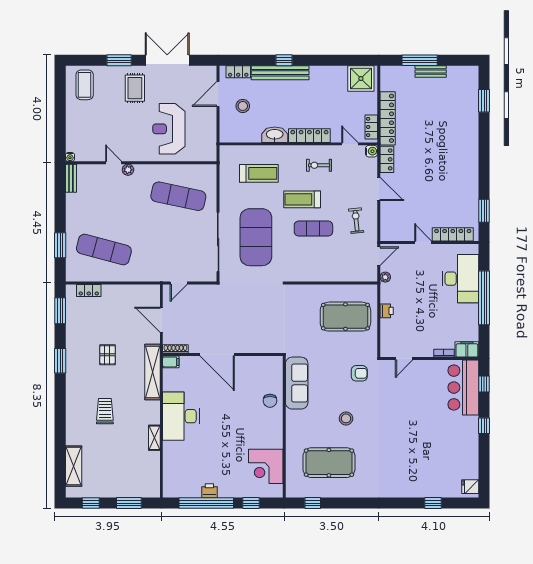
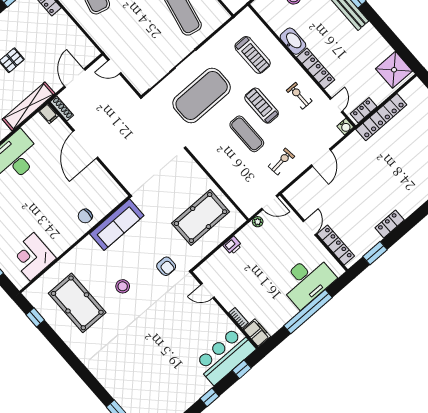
locker: (387, 159) -> (390, 224), moved, turned 180
pool table: (345, 317) -> (201, 218), turned 90

